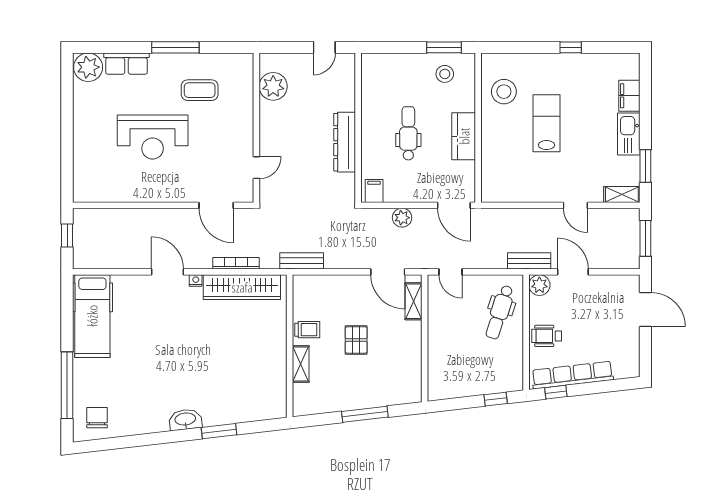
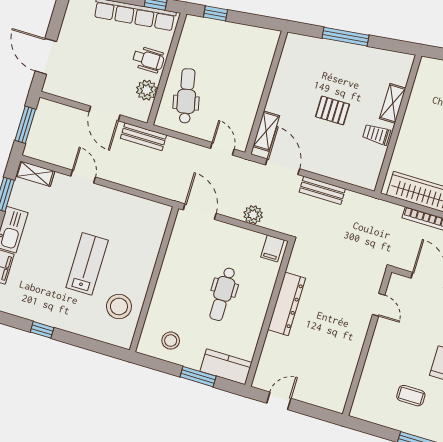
window: (444, 47) -> (198, 377), moved
plant: (273, 86) -> (339, 378), removed
coffee table: (200, 90) -> (411, 396), width x0.73, depth x0.77
lab bench: (546, 123) -> (87, 264), turned 180
kitchen counter: (464, 136) -> (226, 367), moved, turned -90
door: (256, 168) -> (379, 305), swing flipped
bench: (302, 261) -> (322, 190), moved
plant: (539, 285) -> (147, 90), moved
dental chair: (500, 312) -> (187, 96), turned -30
pallet: (356, 340) -> (333, 110), turned 90

